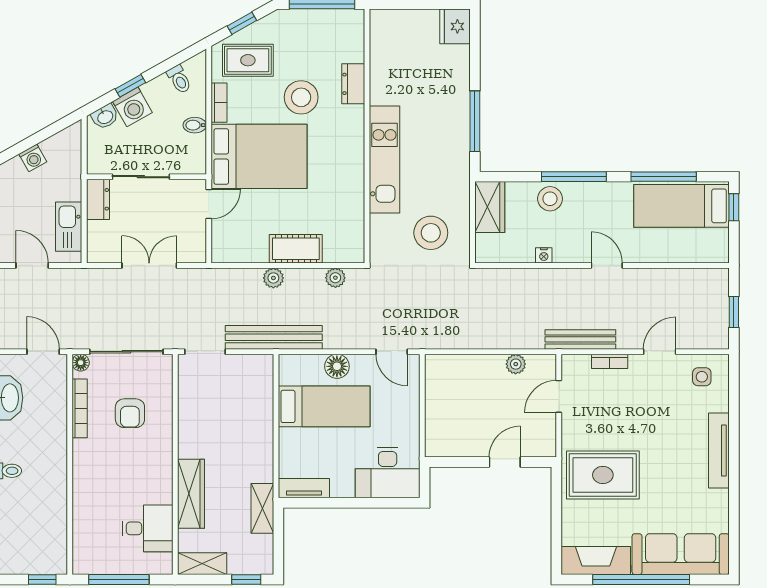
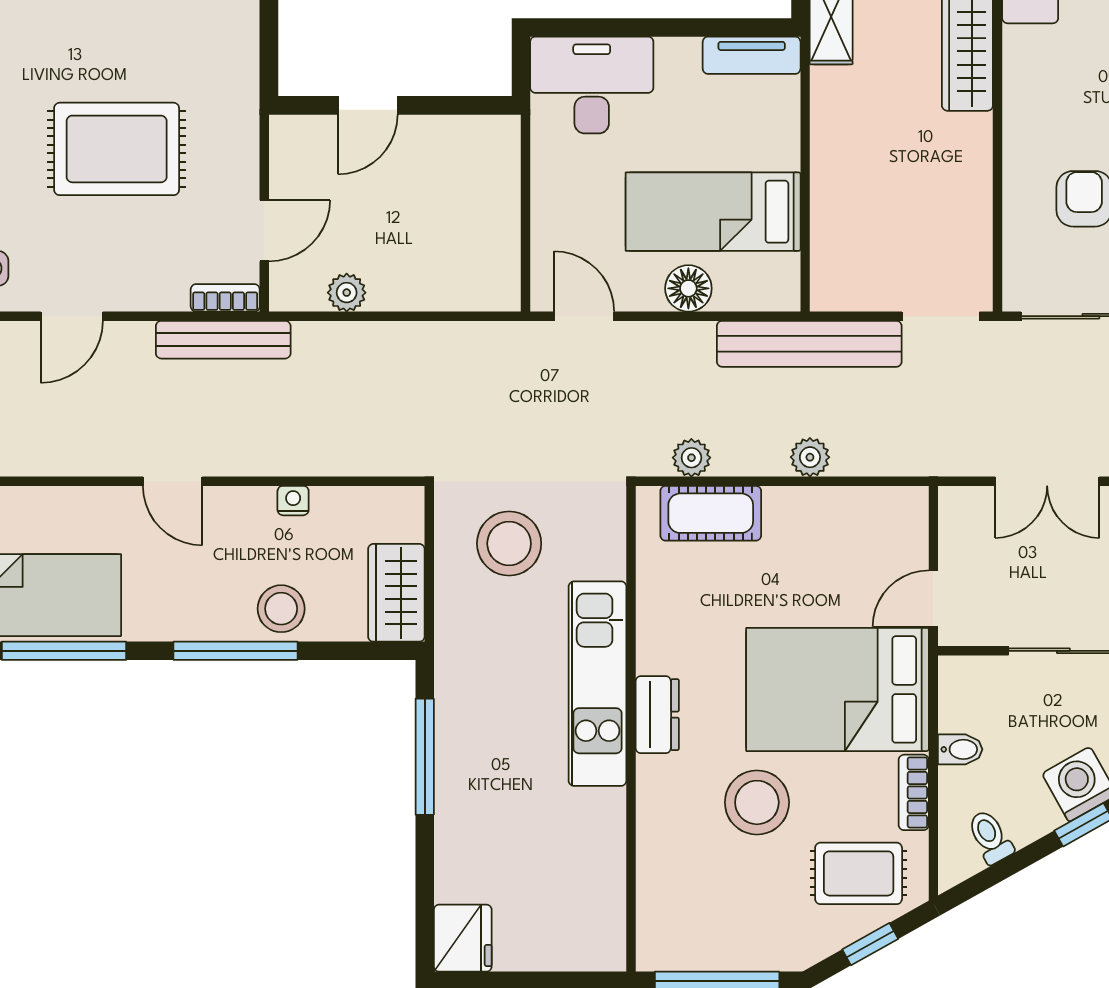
dresser: (353, 84) -> (657, 715), moved
cot: (296, 249) -> (711, 513), moved
bookcase: (610, 361) -> (225, 298), moved
rug: (603, 475) -> (117, 149), moved

